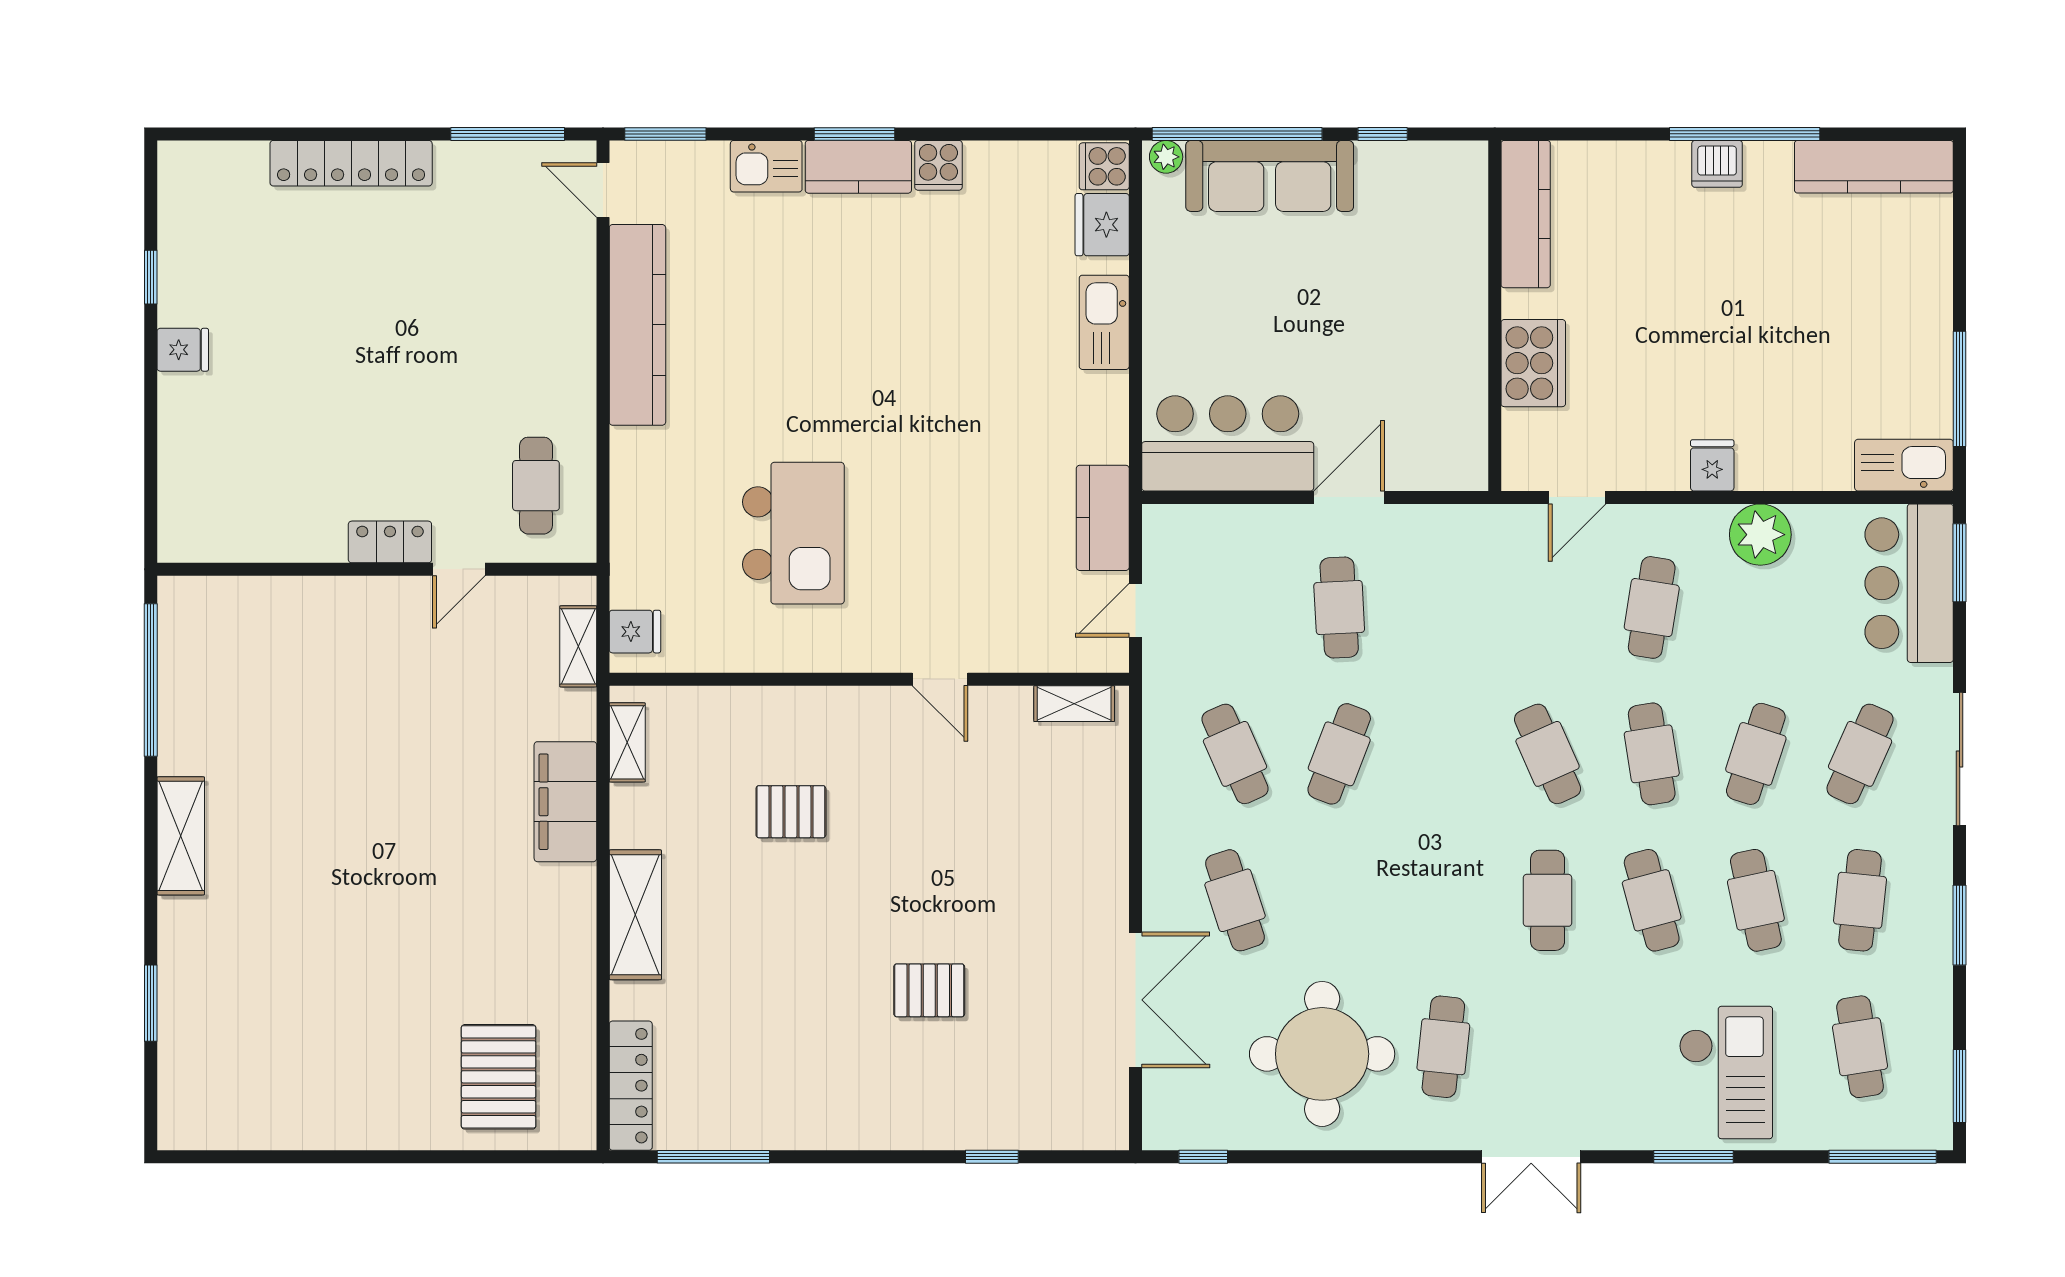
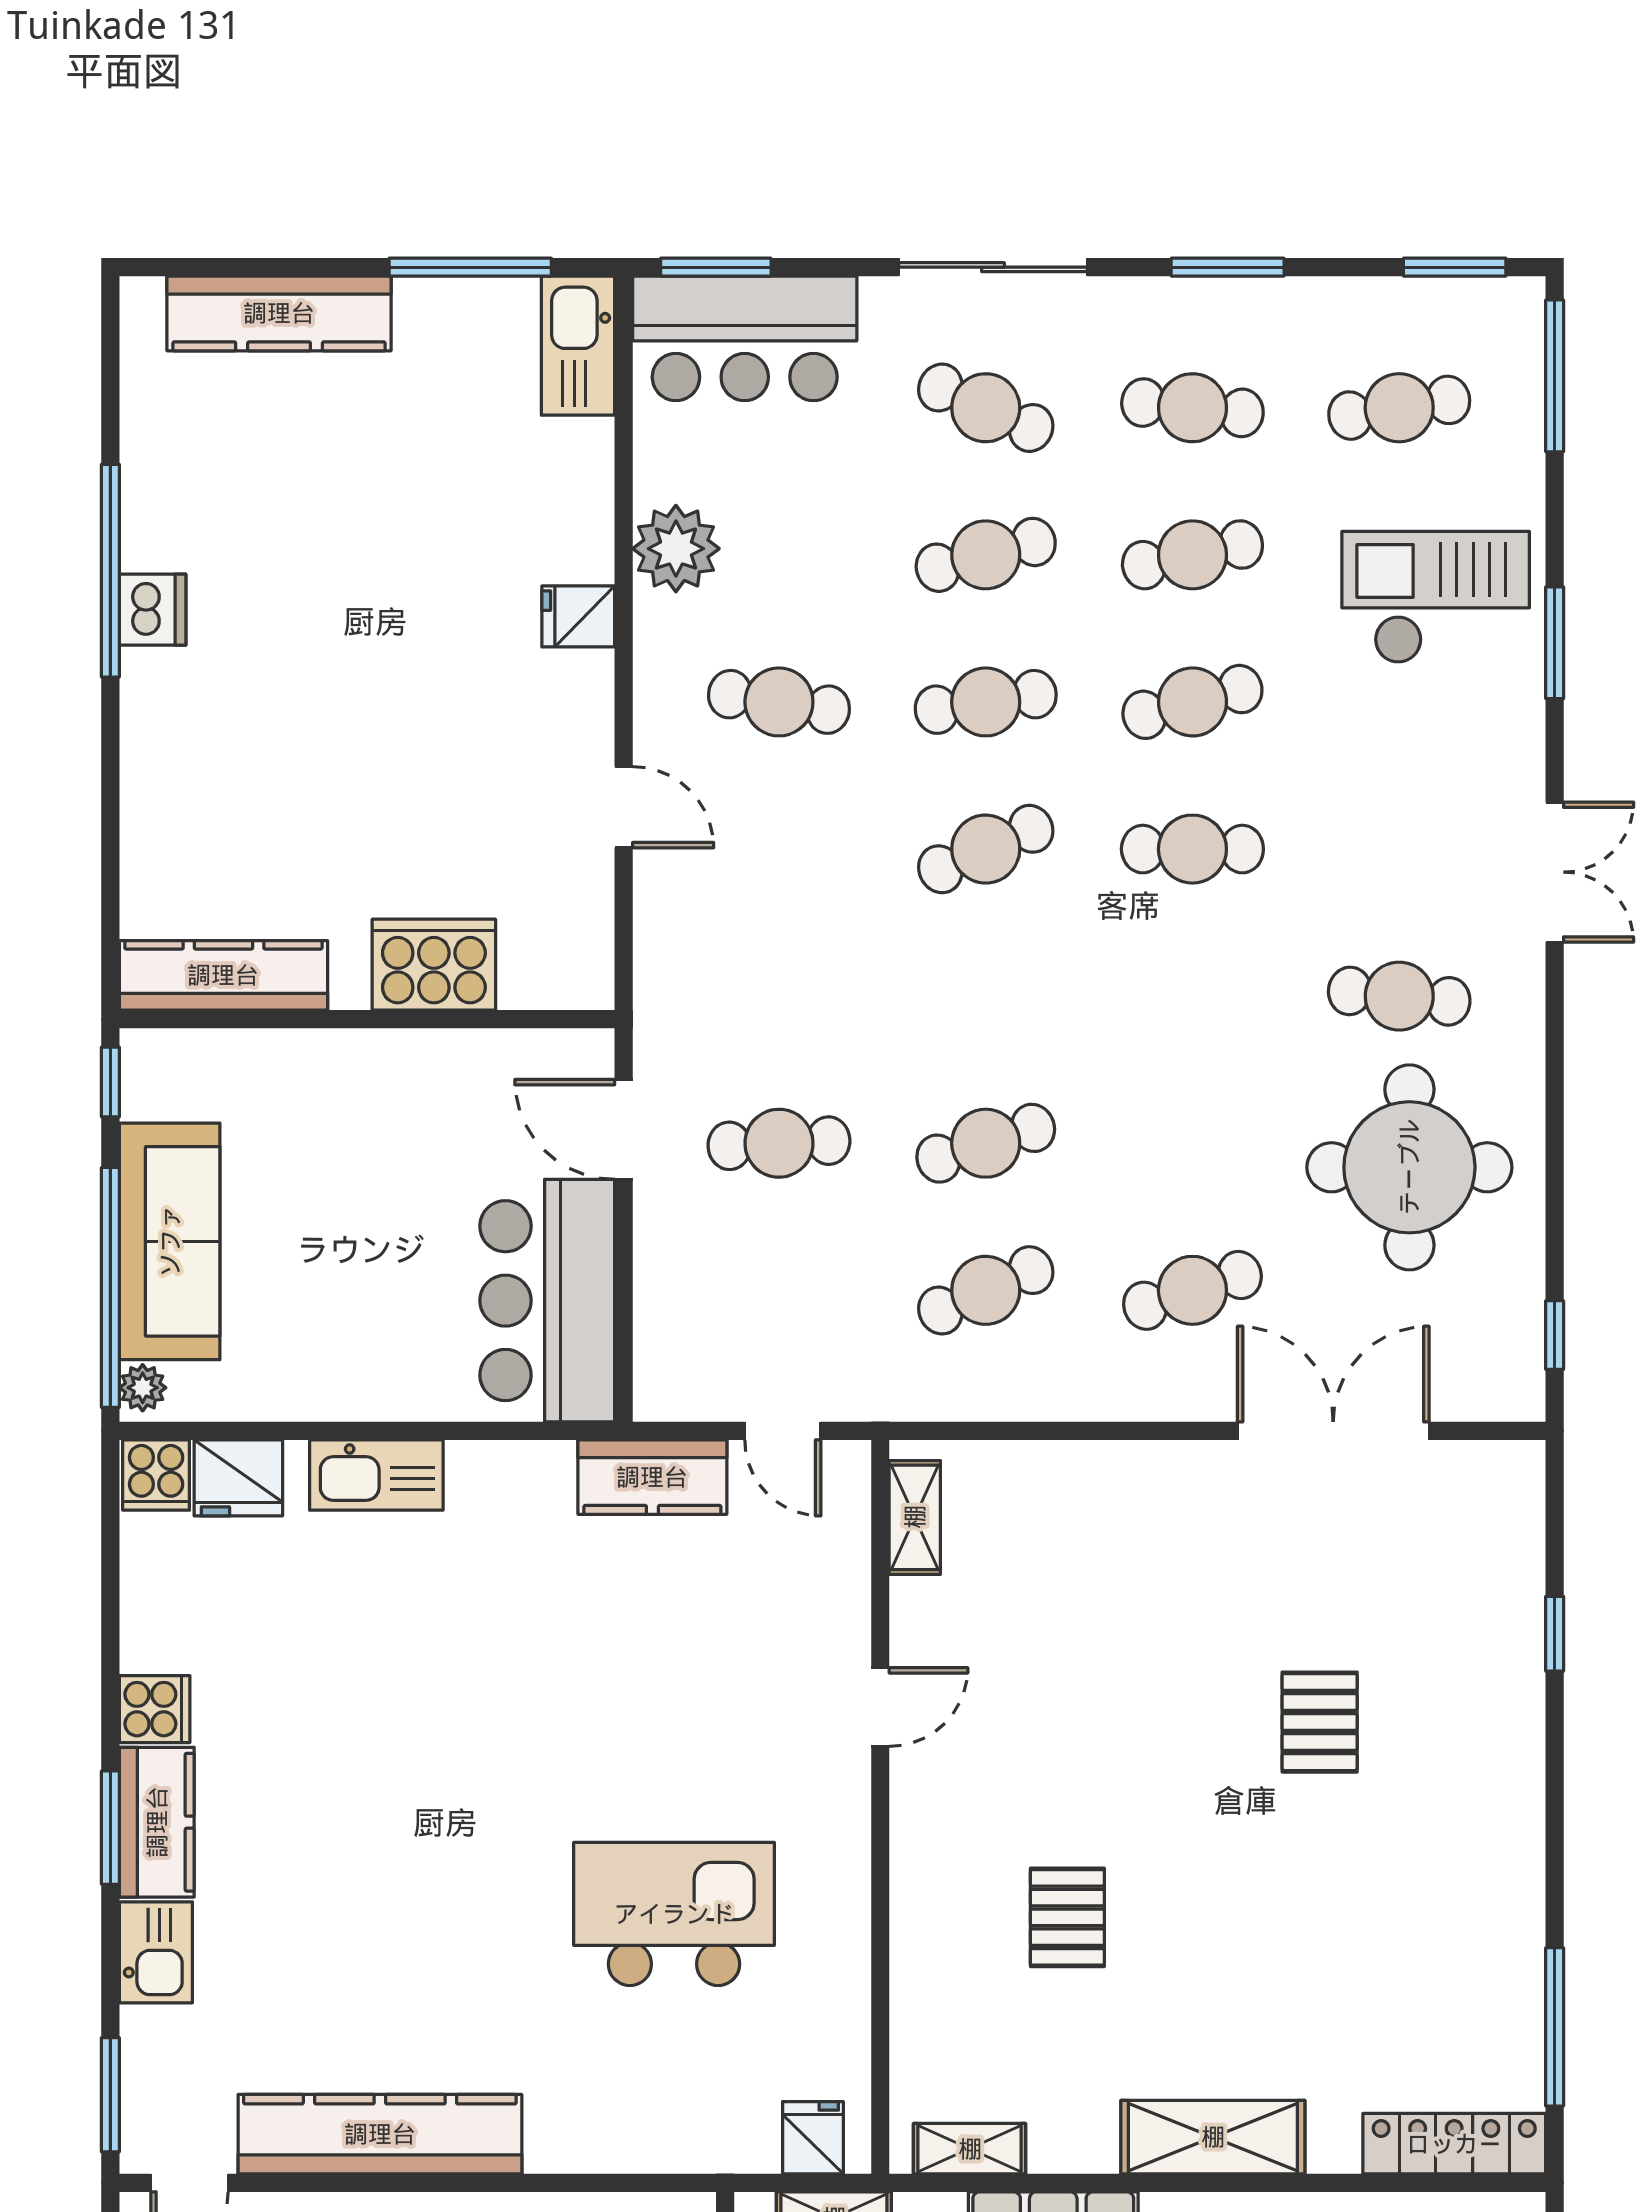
kitchen counter: (1874, 167) -> (279, 313), moved, turned 90
kitchen counter: (1526, 214) -> (223, 975), moved
wall: (1495, 316) -> (367, 1019), moved
cooker: (1533, 363) -> (434, 965), moved
cafe table: (1339, 754) -> (986, 1143), turned -39
cafe table: (1756, 754) -> (986, 555), turned -33

